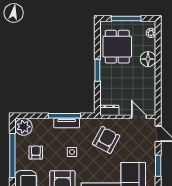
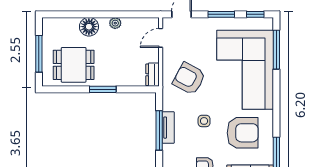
plant: (151, 33) -> (115, 23), moved

